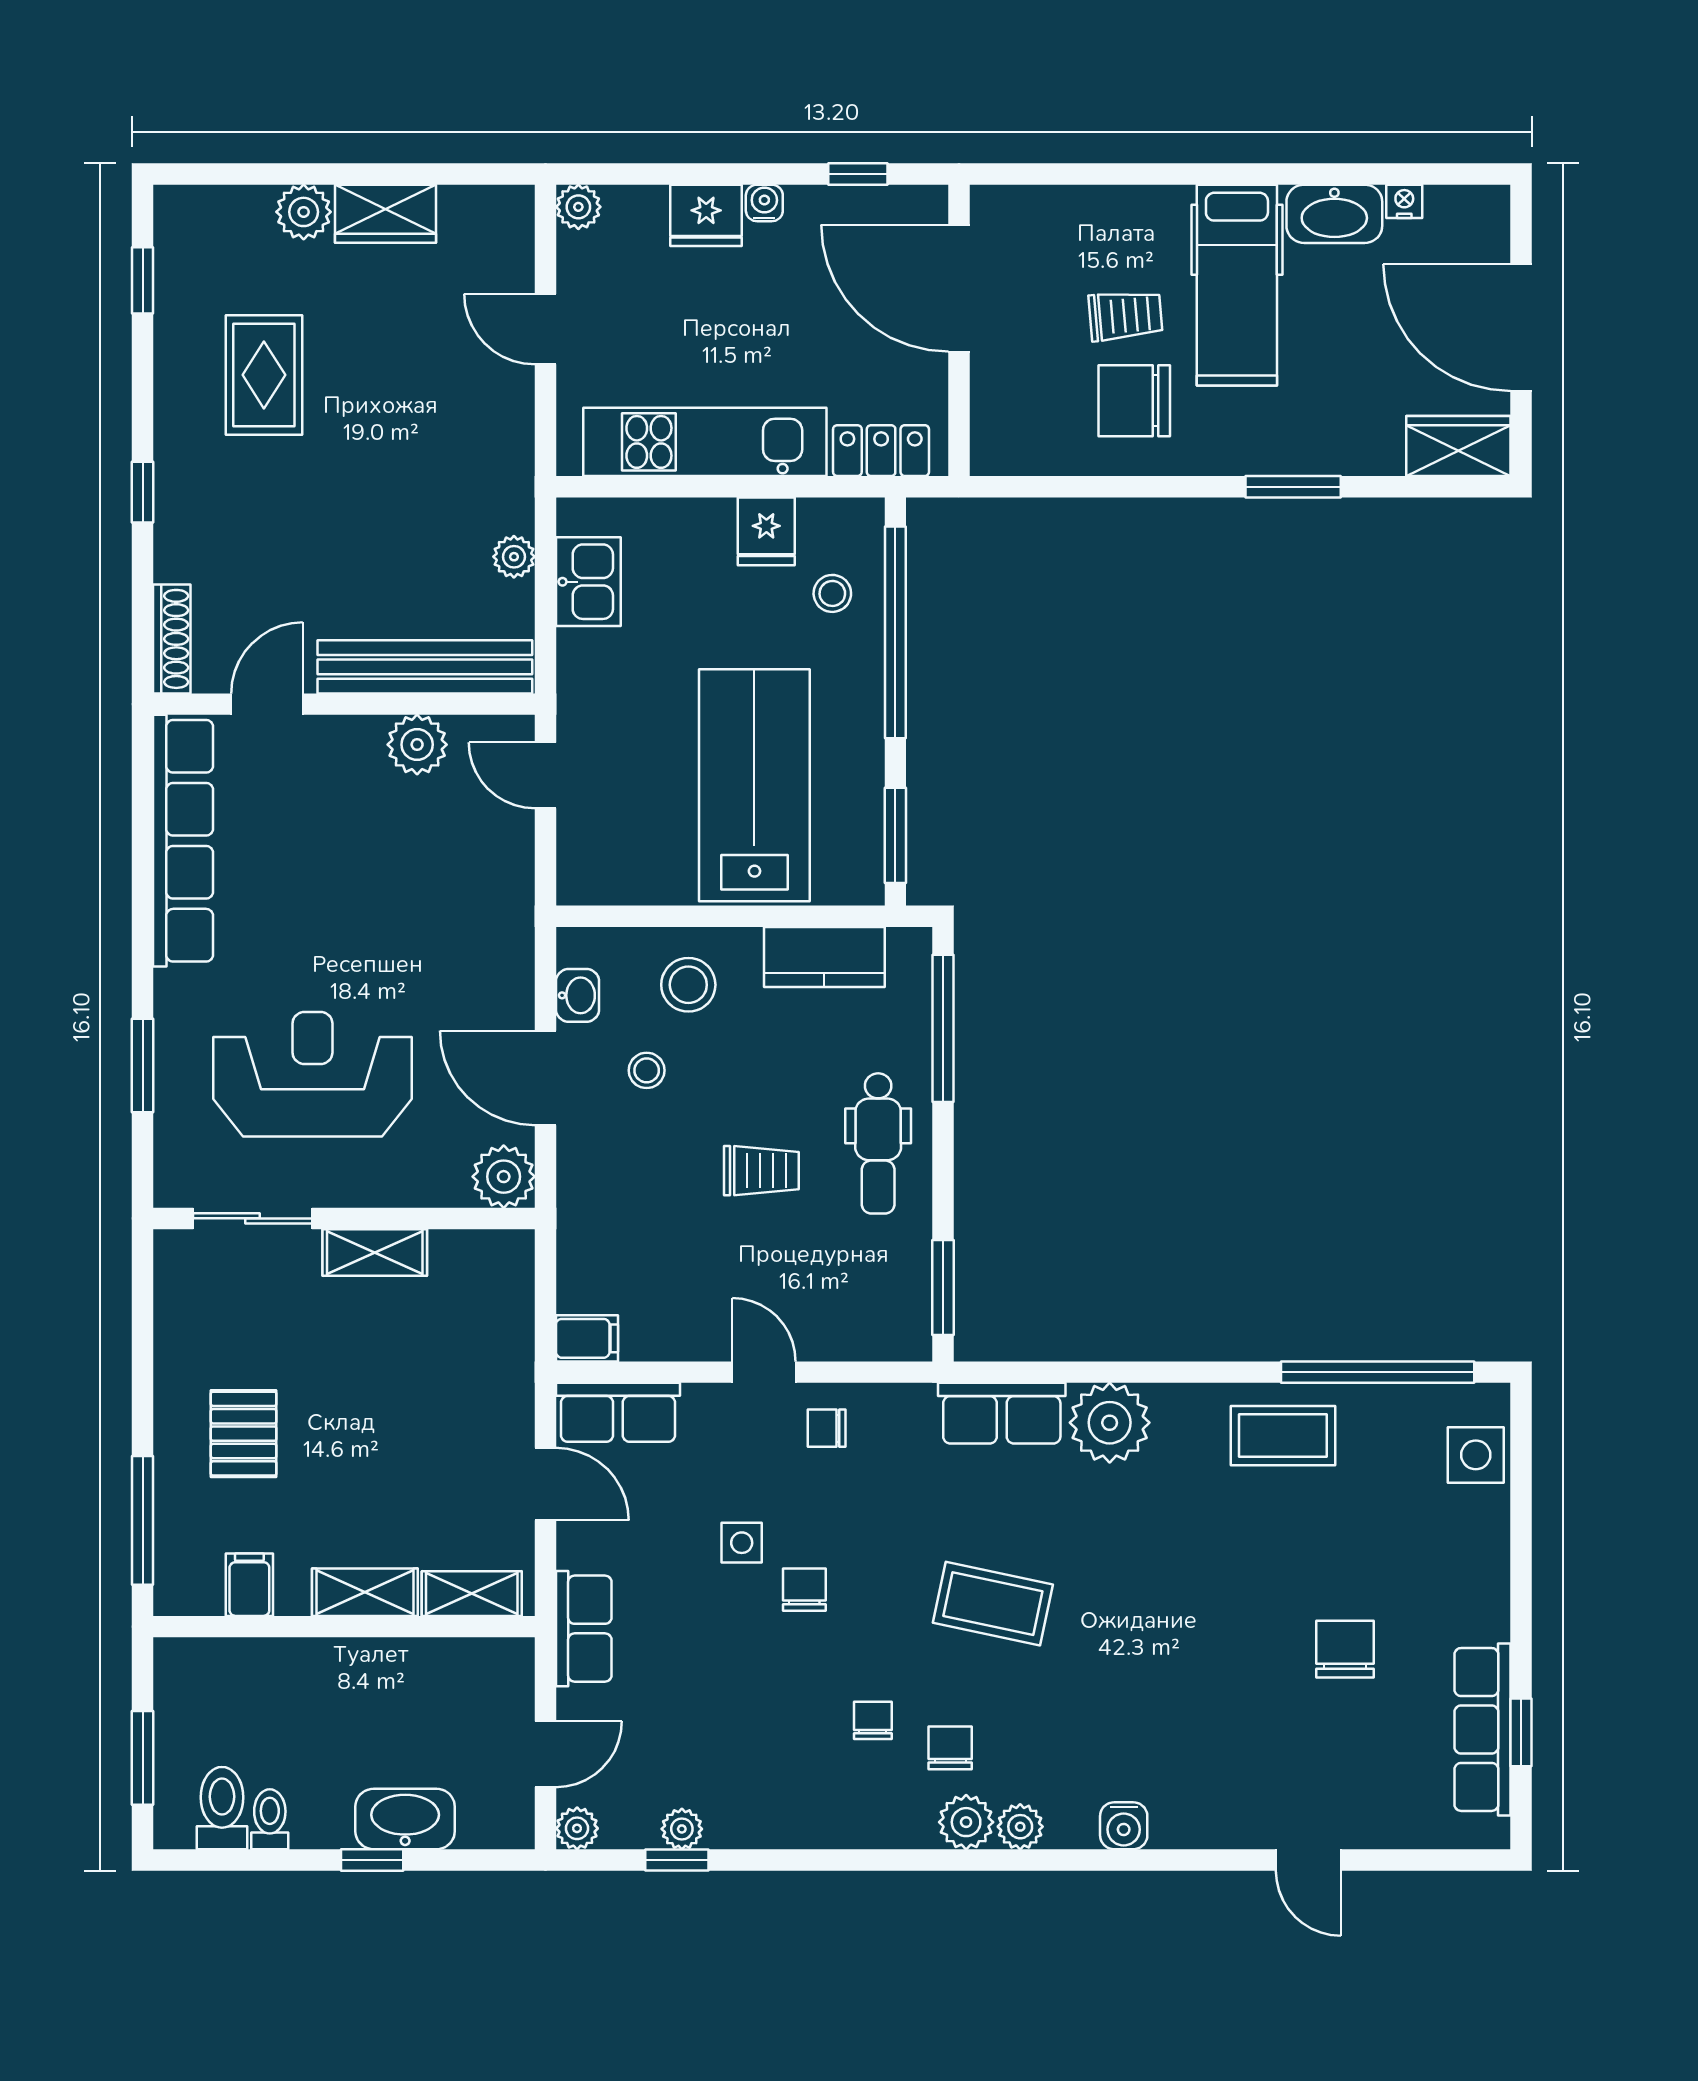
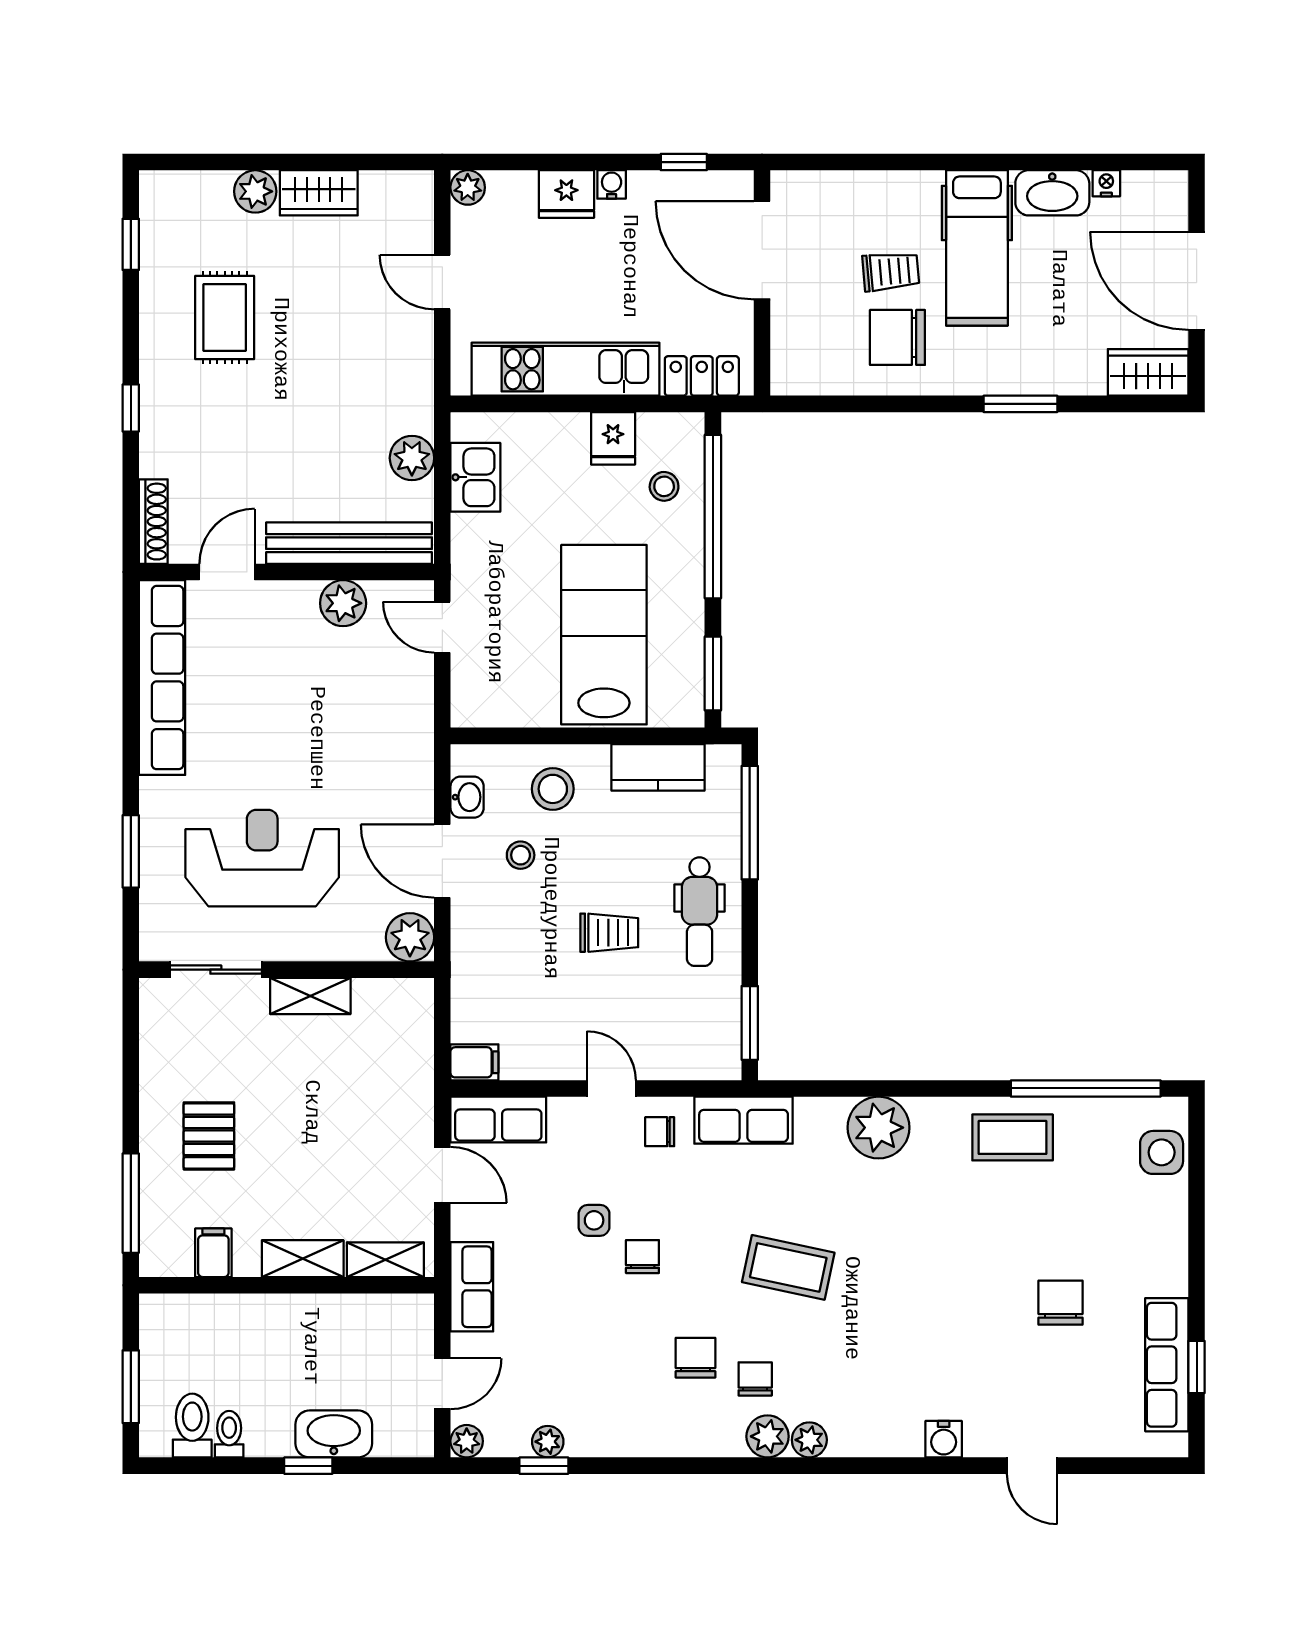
plant: (514, 557) -> (412, 458), width x1.38, depth x1.38
row of seats: (1002, 1413) -> (744, 1120), moved
chair: (873, 1720) -> (696, 1358), width x1.37, depth x1.37
water cooler: (1124, 1826) -> (944, 1439), moved

